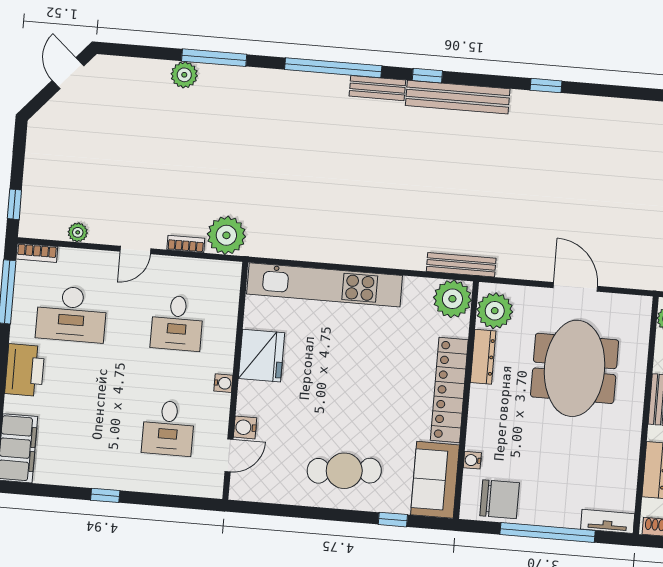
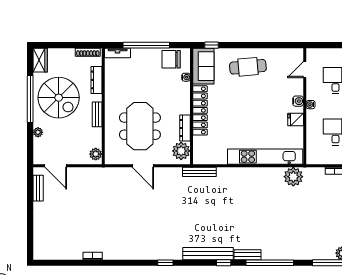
plant: (226, 235) -> (293, 177), moved
plant: (452, 299) -> (202, 155), removed
fridge: (261, 356) -> (296, 119), width x0.53, depth x0.75
water cooler: (245, 427) -> (298, 101), moved
window: (393, 520) -> (211, 45), moved

